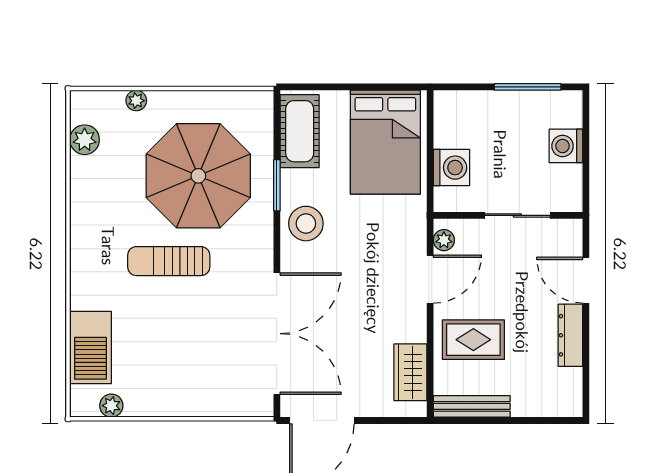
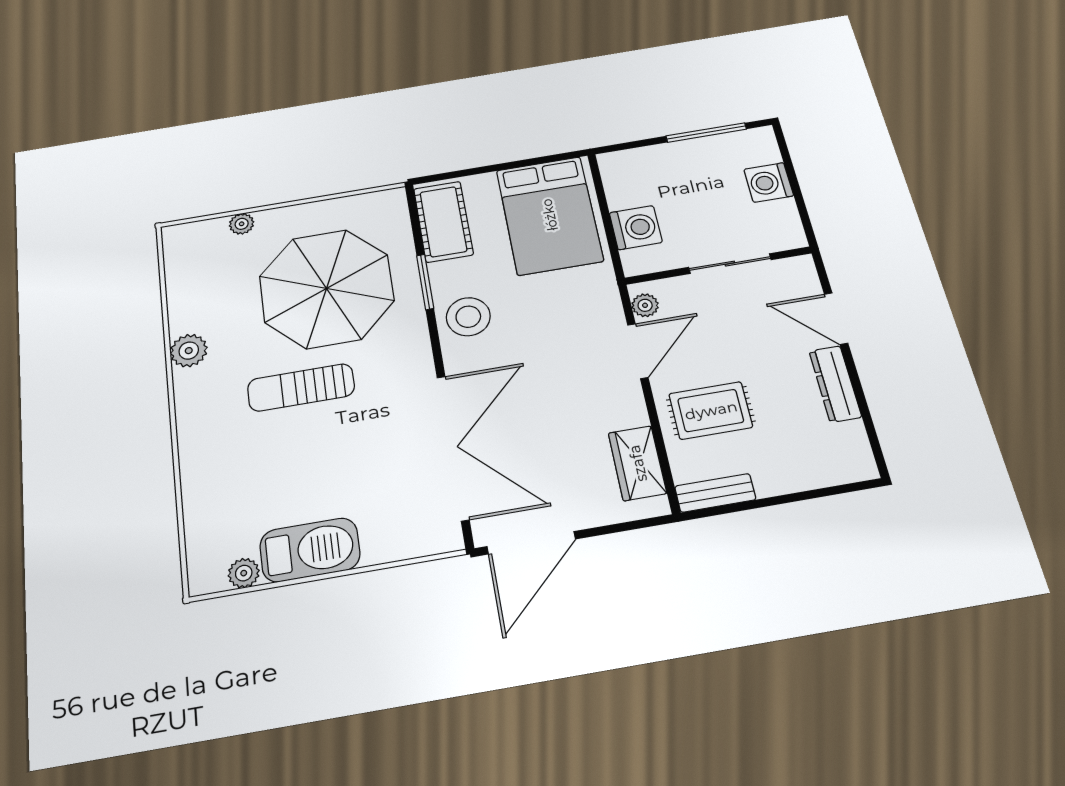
plant: (85, 140) -> (189, 351), moved
barbecue: (91, 347) -> (310, 550), moved, turned -90
bench: (472, 406) -> (715, 493), width x0.73

